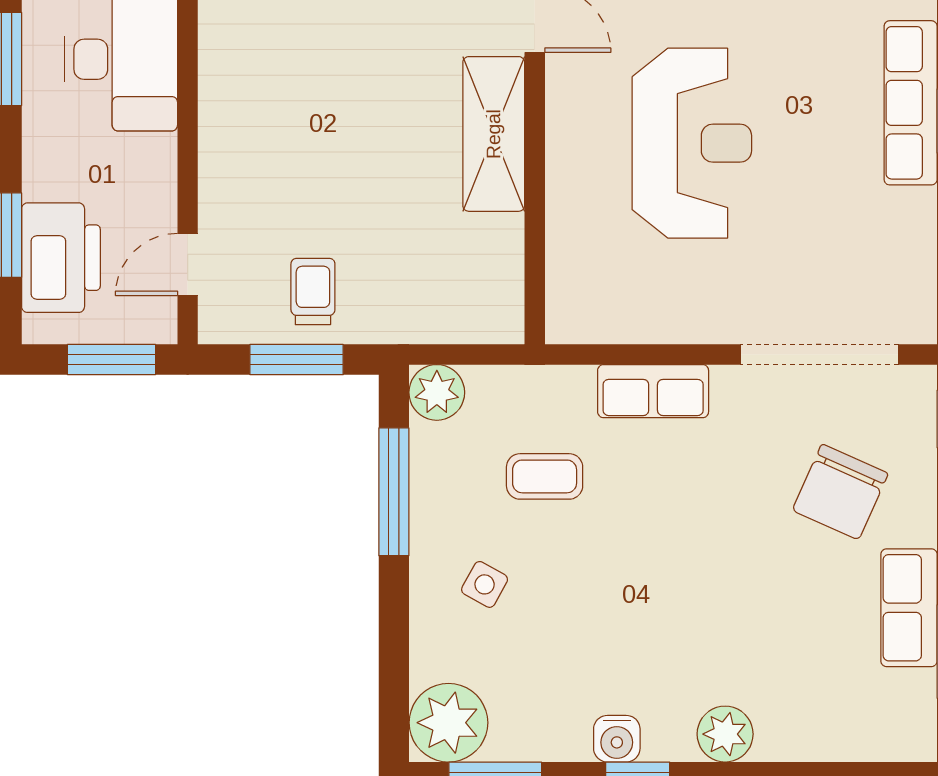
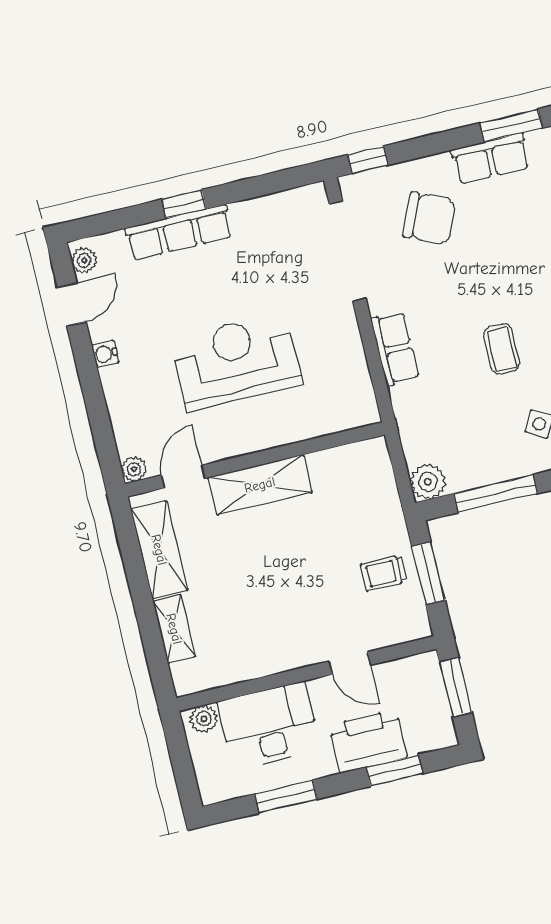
printer: (61, 258) -> (368, 741), moved
door: (188, 264) -> (350, 663), moved
coffee table: (545, 476) -> (502, 349), moved

